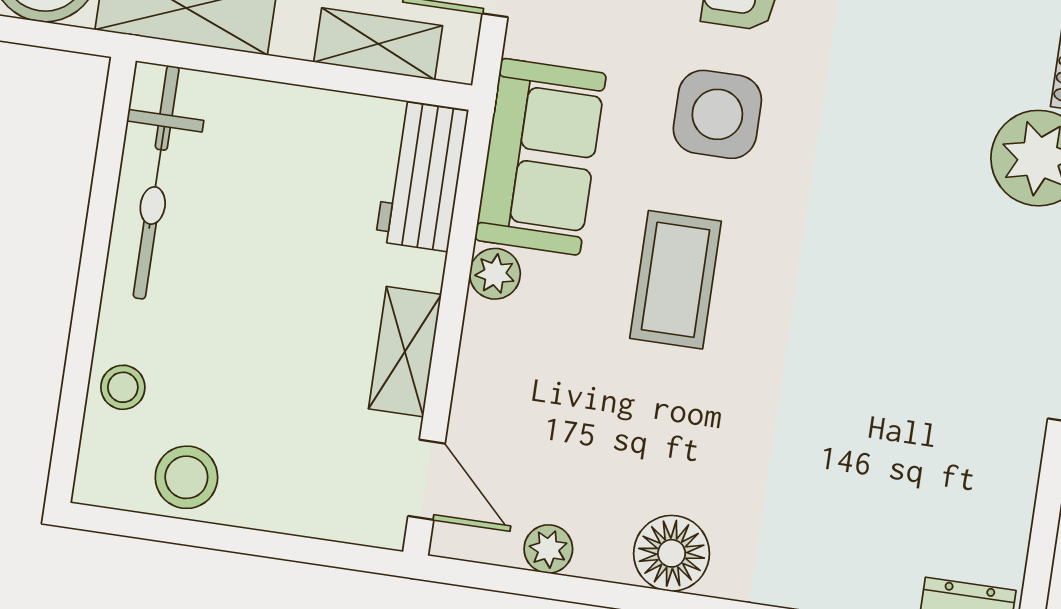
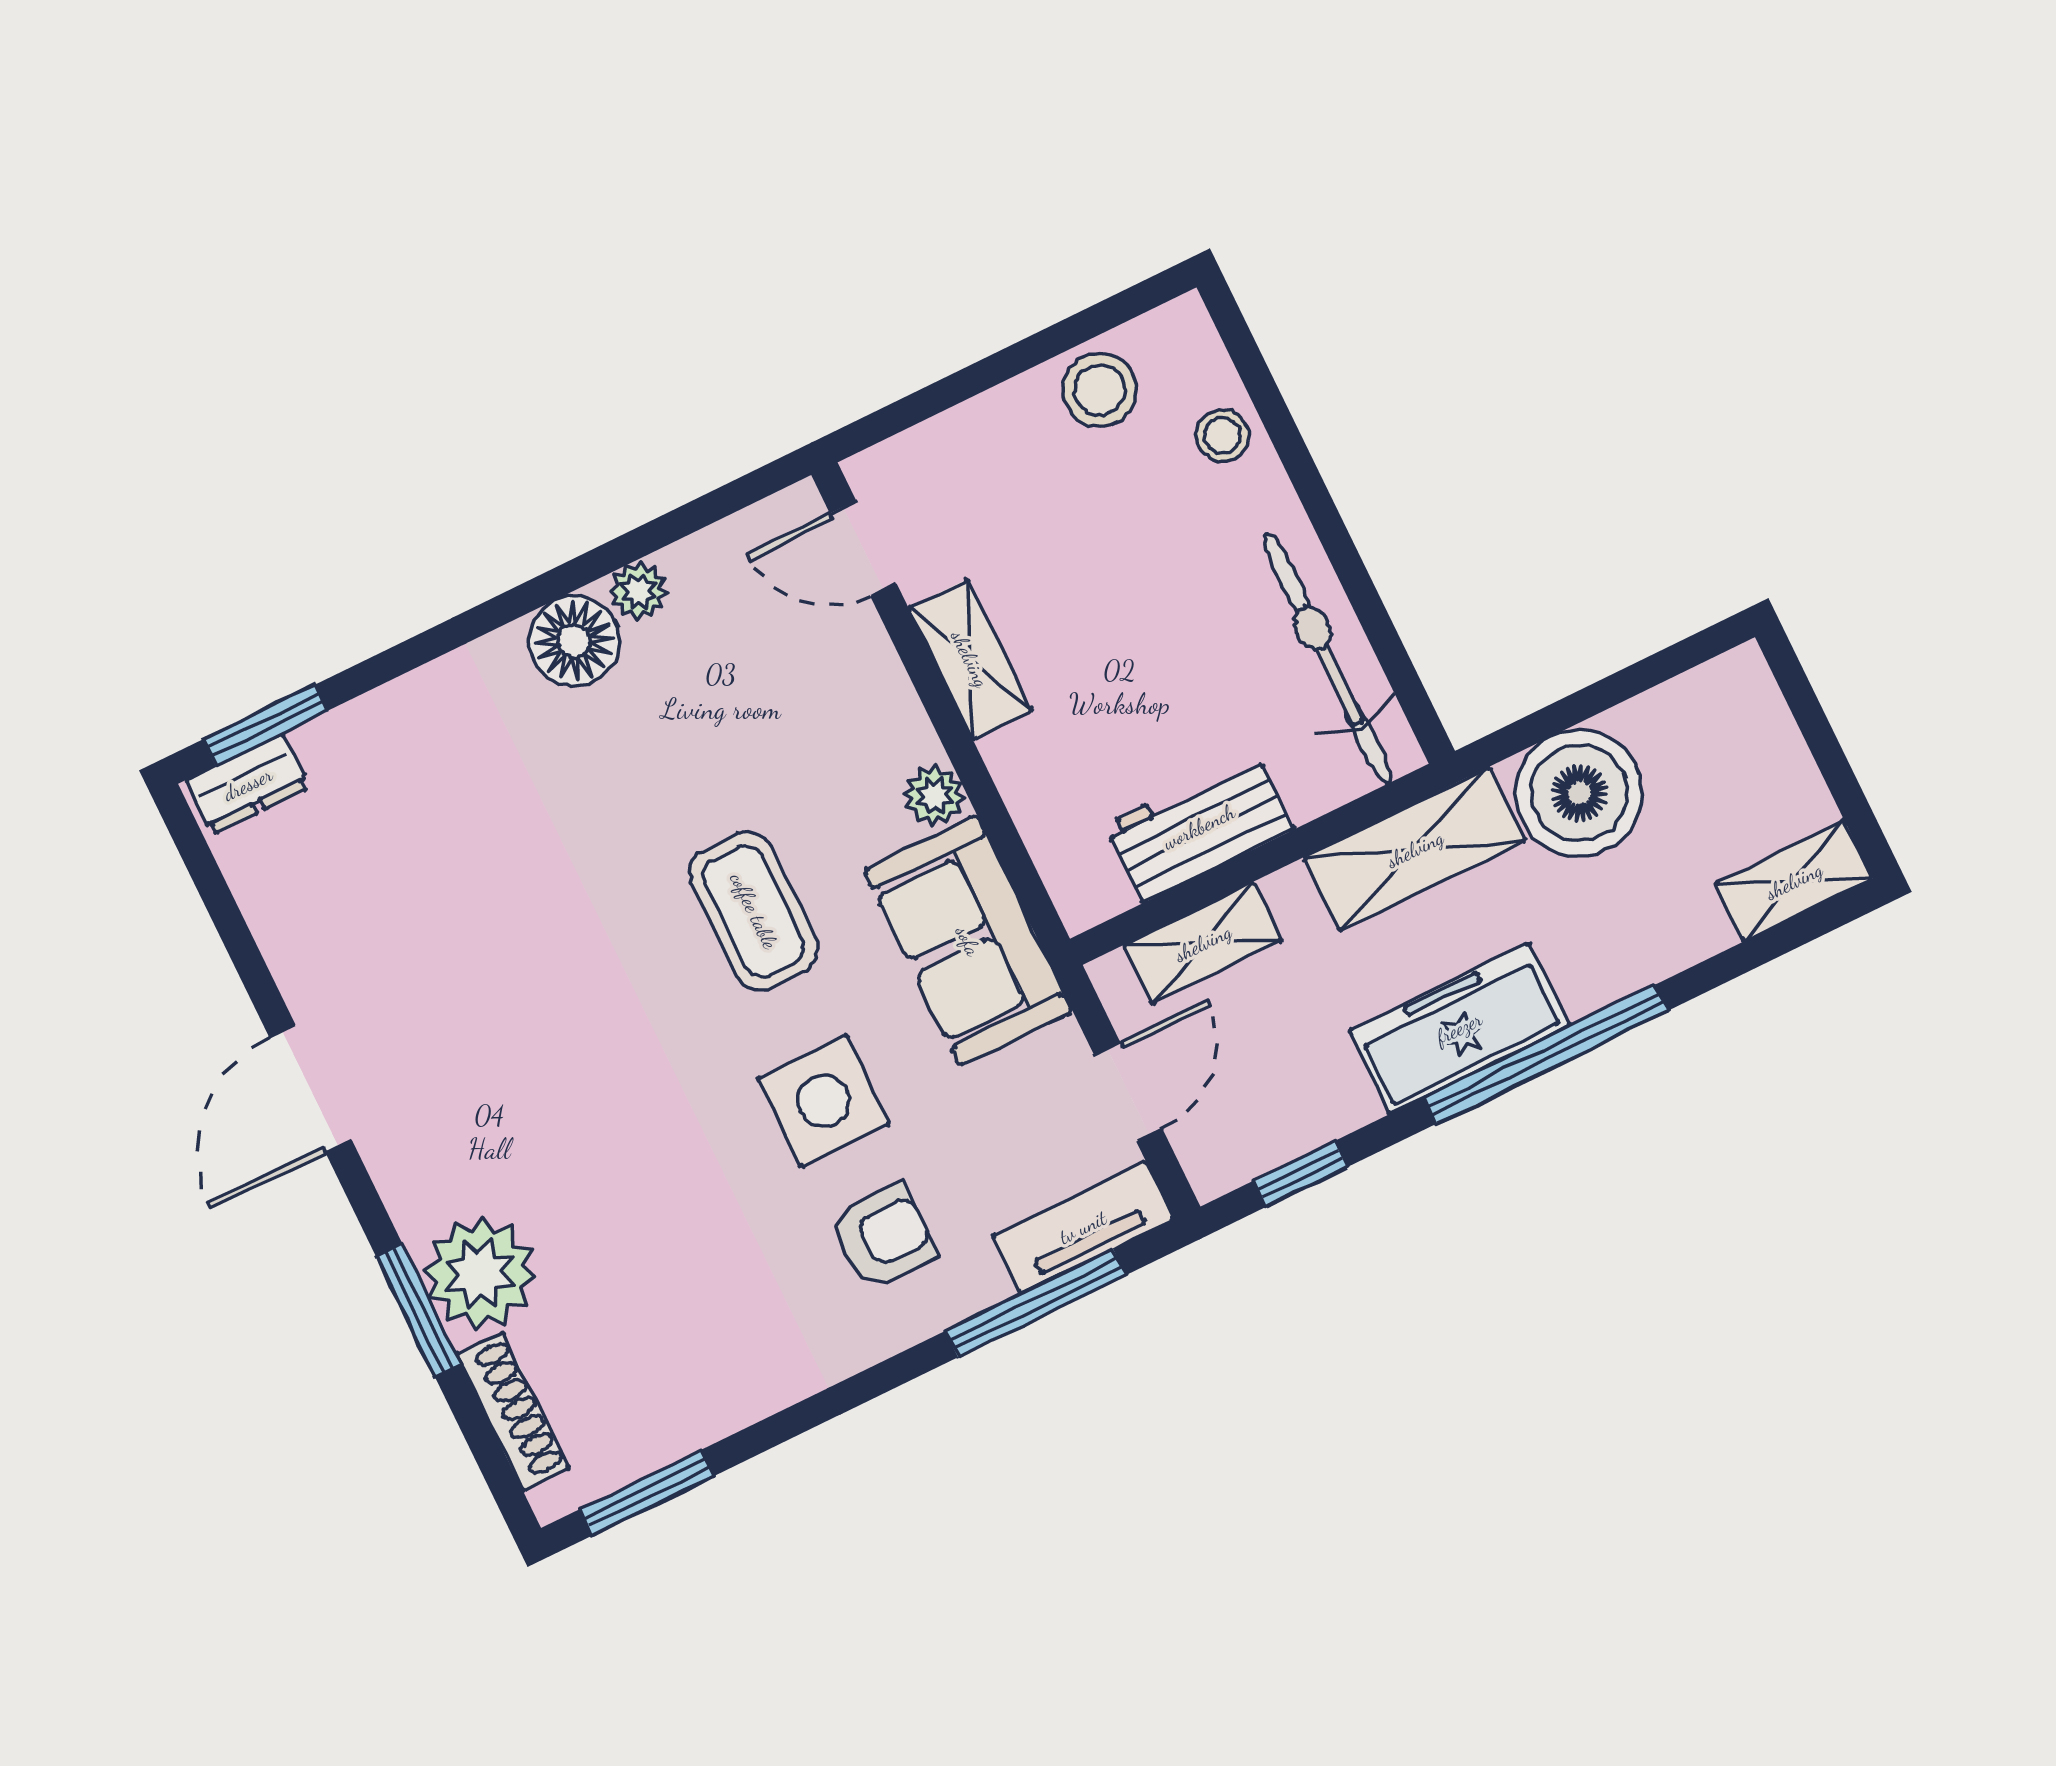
workbench: (422, 176) -> (1199, 827), moved, turned -90
plant: (548, 549) -> (638, 591), moved

